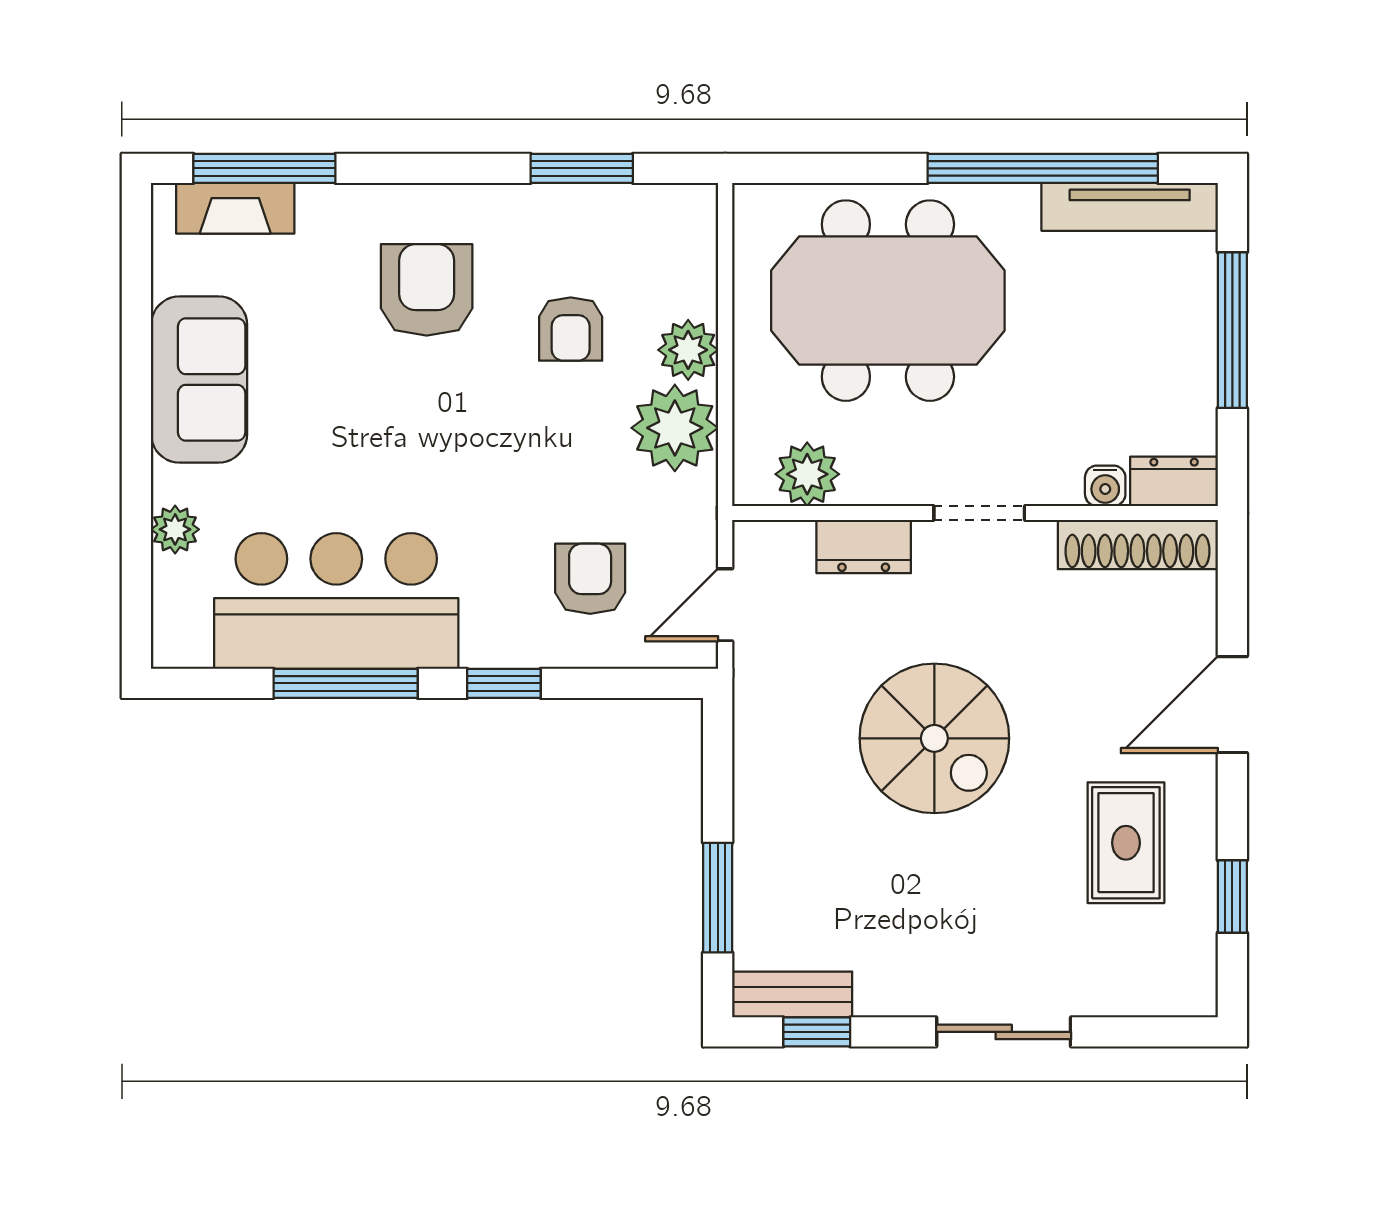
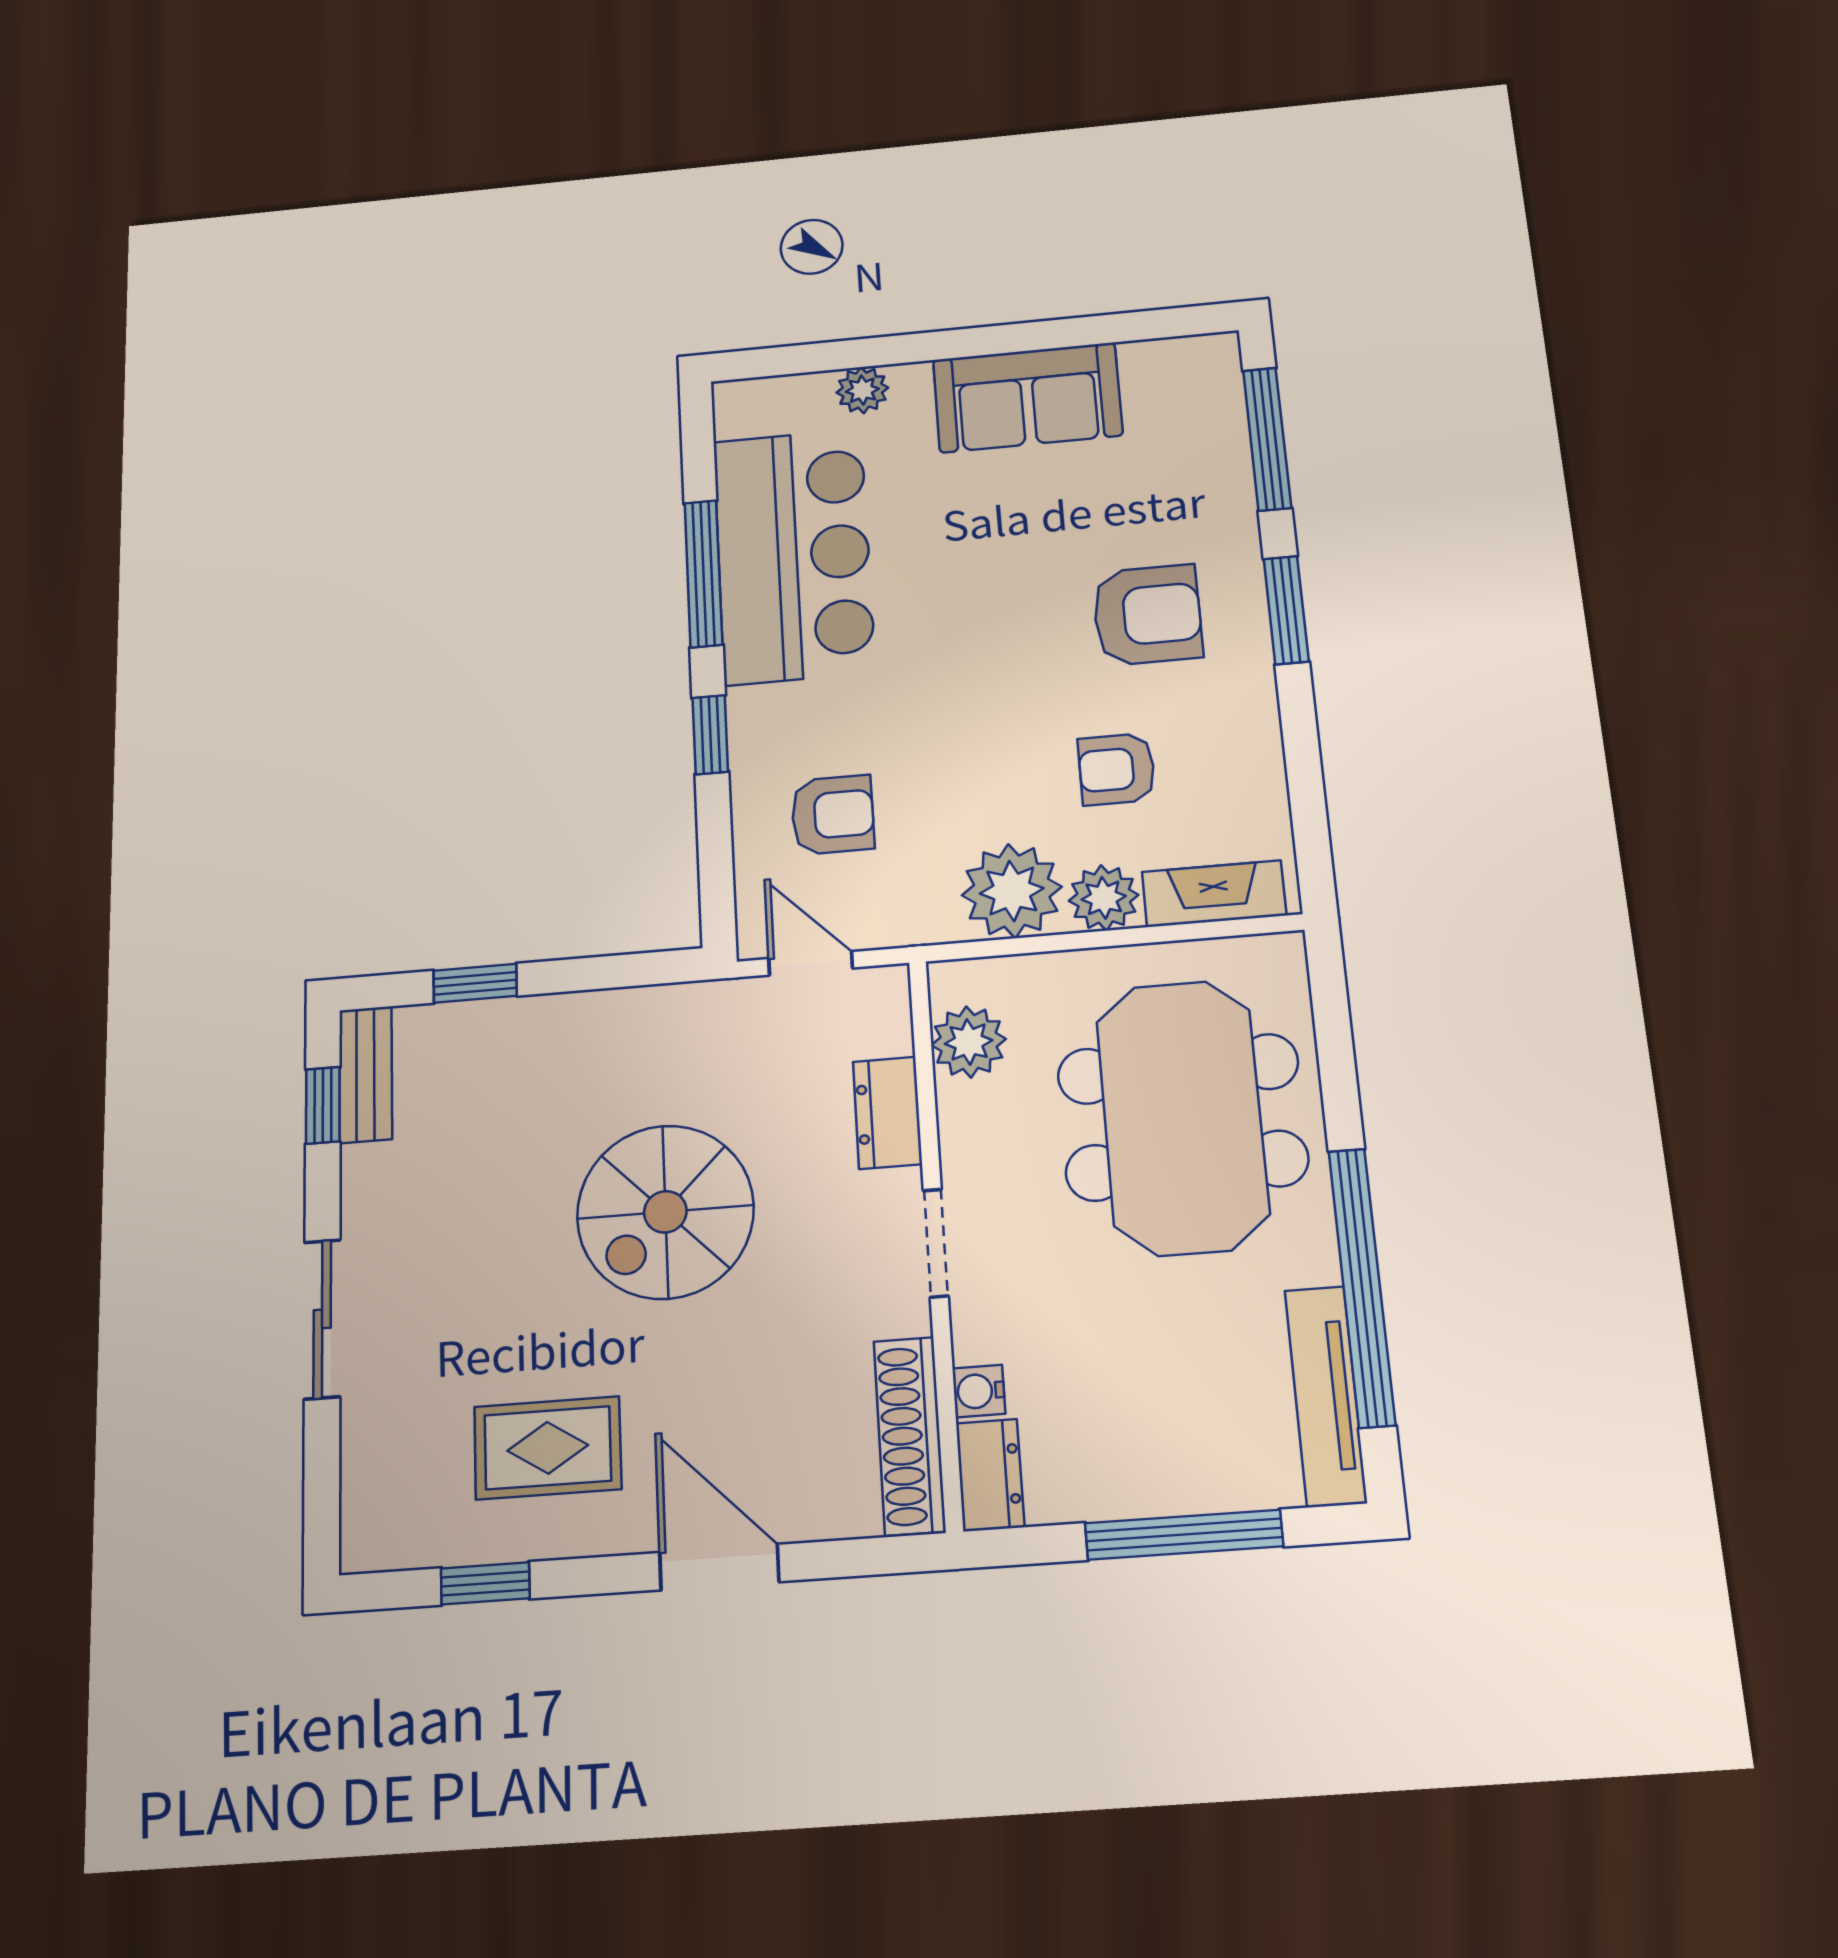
window: (582, 168) -> (1286, 610), moved
fireplace: (235, 208) -> (1214, 894), moved, turned 90
window: (718, 898) -> (475, 983), width x0.67

